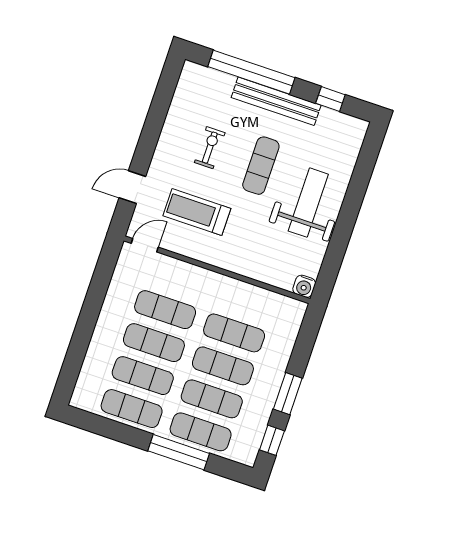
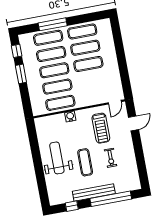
weight bench: (308, 203) -> (57, 158), turned 180
treadmill: (197, 212) -> (101, 128), turned 90
water cooler: (304, 286) -> (70, 116), moved
exercise mat: (165, 310) -> (60, 103), moved

